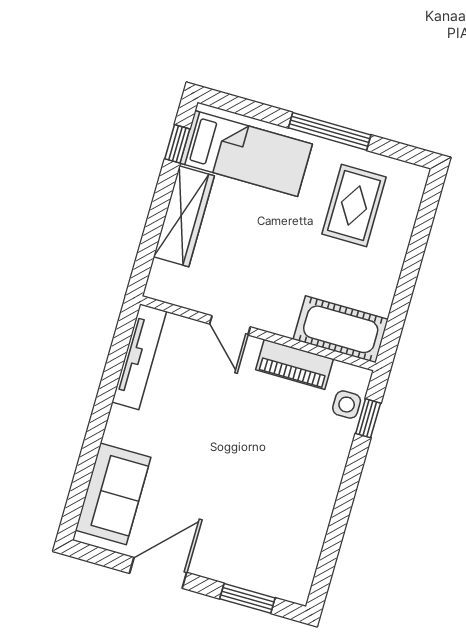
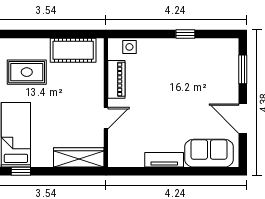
wardrobe: (184, 216) -> (79, 157), moved
cot: (341, 329) -> (73, 50), moved, turned 90
tv unit: (139, 357) -> (164, 160), moved, width x0.71
window: (368, 418) -> (185, 34), moved

